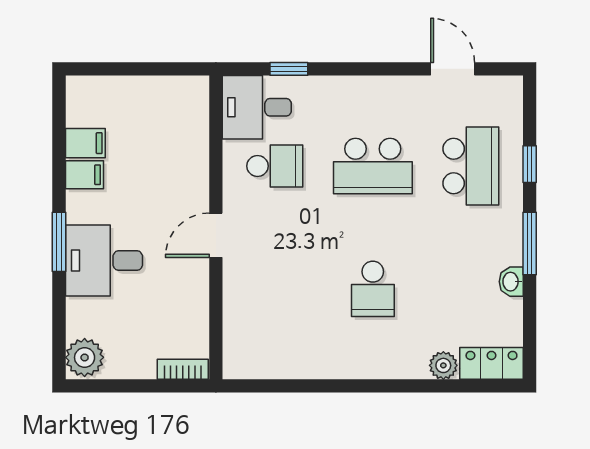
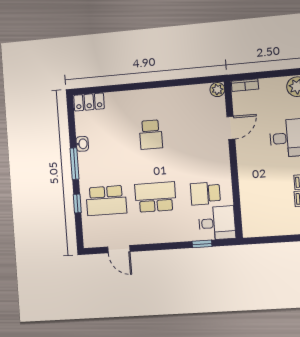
school desk: (471, 166) -> (106, 201), turned -90
door: (216, 235) -> (231, 128), moved
school desk: (373, 289) -> (151, 135), turned 180
plant: (443, 365) -> (217, 90), moved

